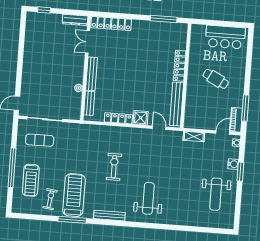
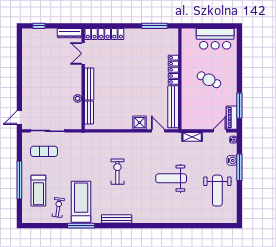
locker: (118, 118) -> (118, 125), removed
window: (240, 172) -> (239, 167), width x1.44
weight bench: (148, 198) -> (171, 178), moved, turned -90

